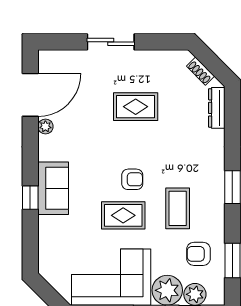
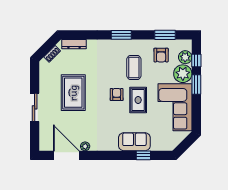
rug: (136, 107) -> (73, 93), width x1.36, depth x1.43
sofa: (53, 188) -> (134, 142), moved
window: (30, 198) -> (143, 155), moved
coffee table: (178, 208) -> (134, 67), turned 90

